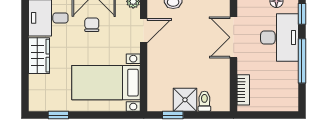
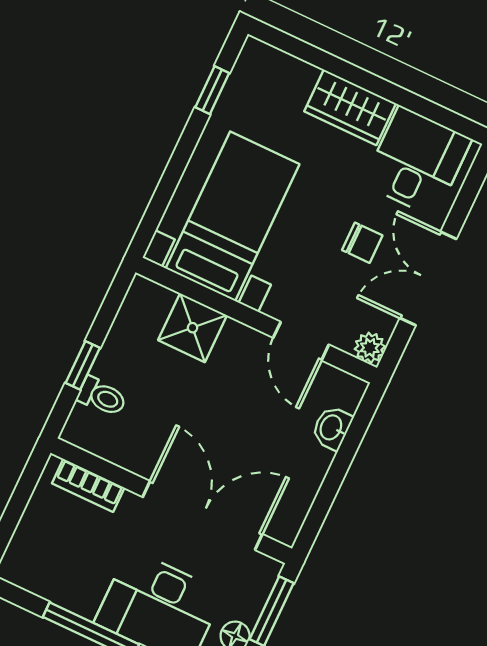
double door: (234, 37) -> (203, 515), width x1.37
shower: (185, 100) -> (193, 328), moved
window: (173, 115) -> (83, 365), moved

